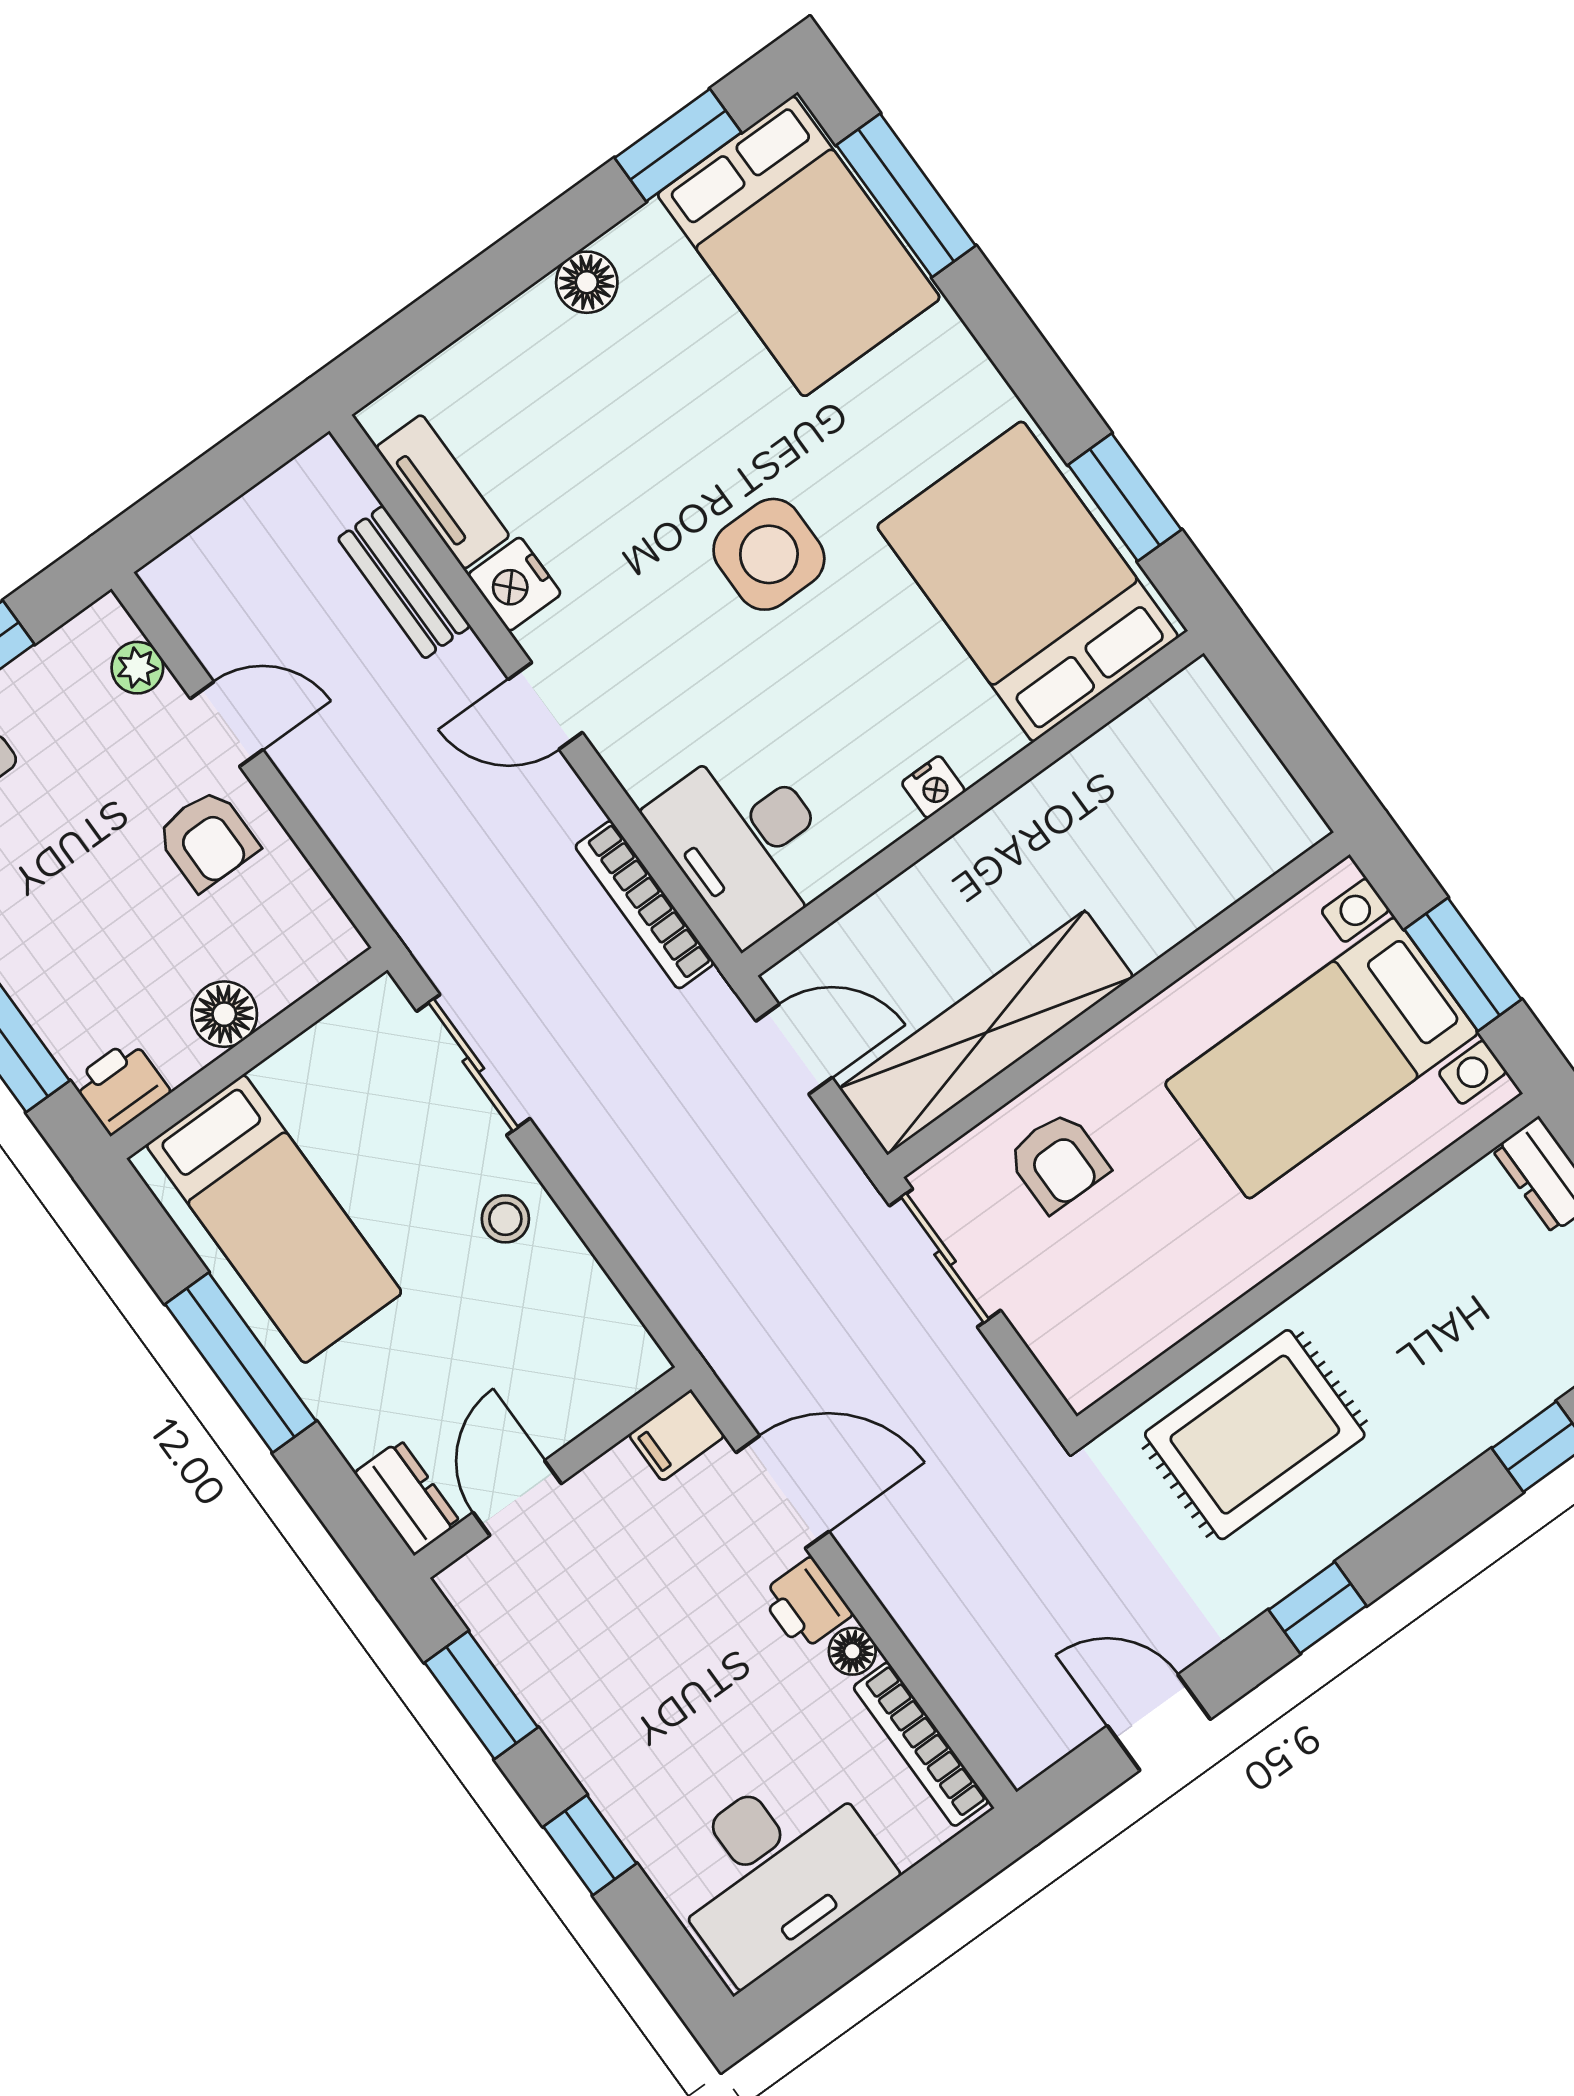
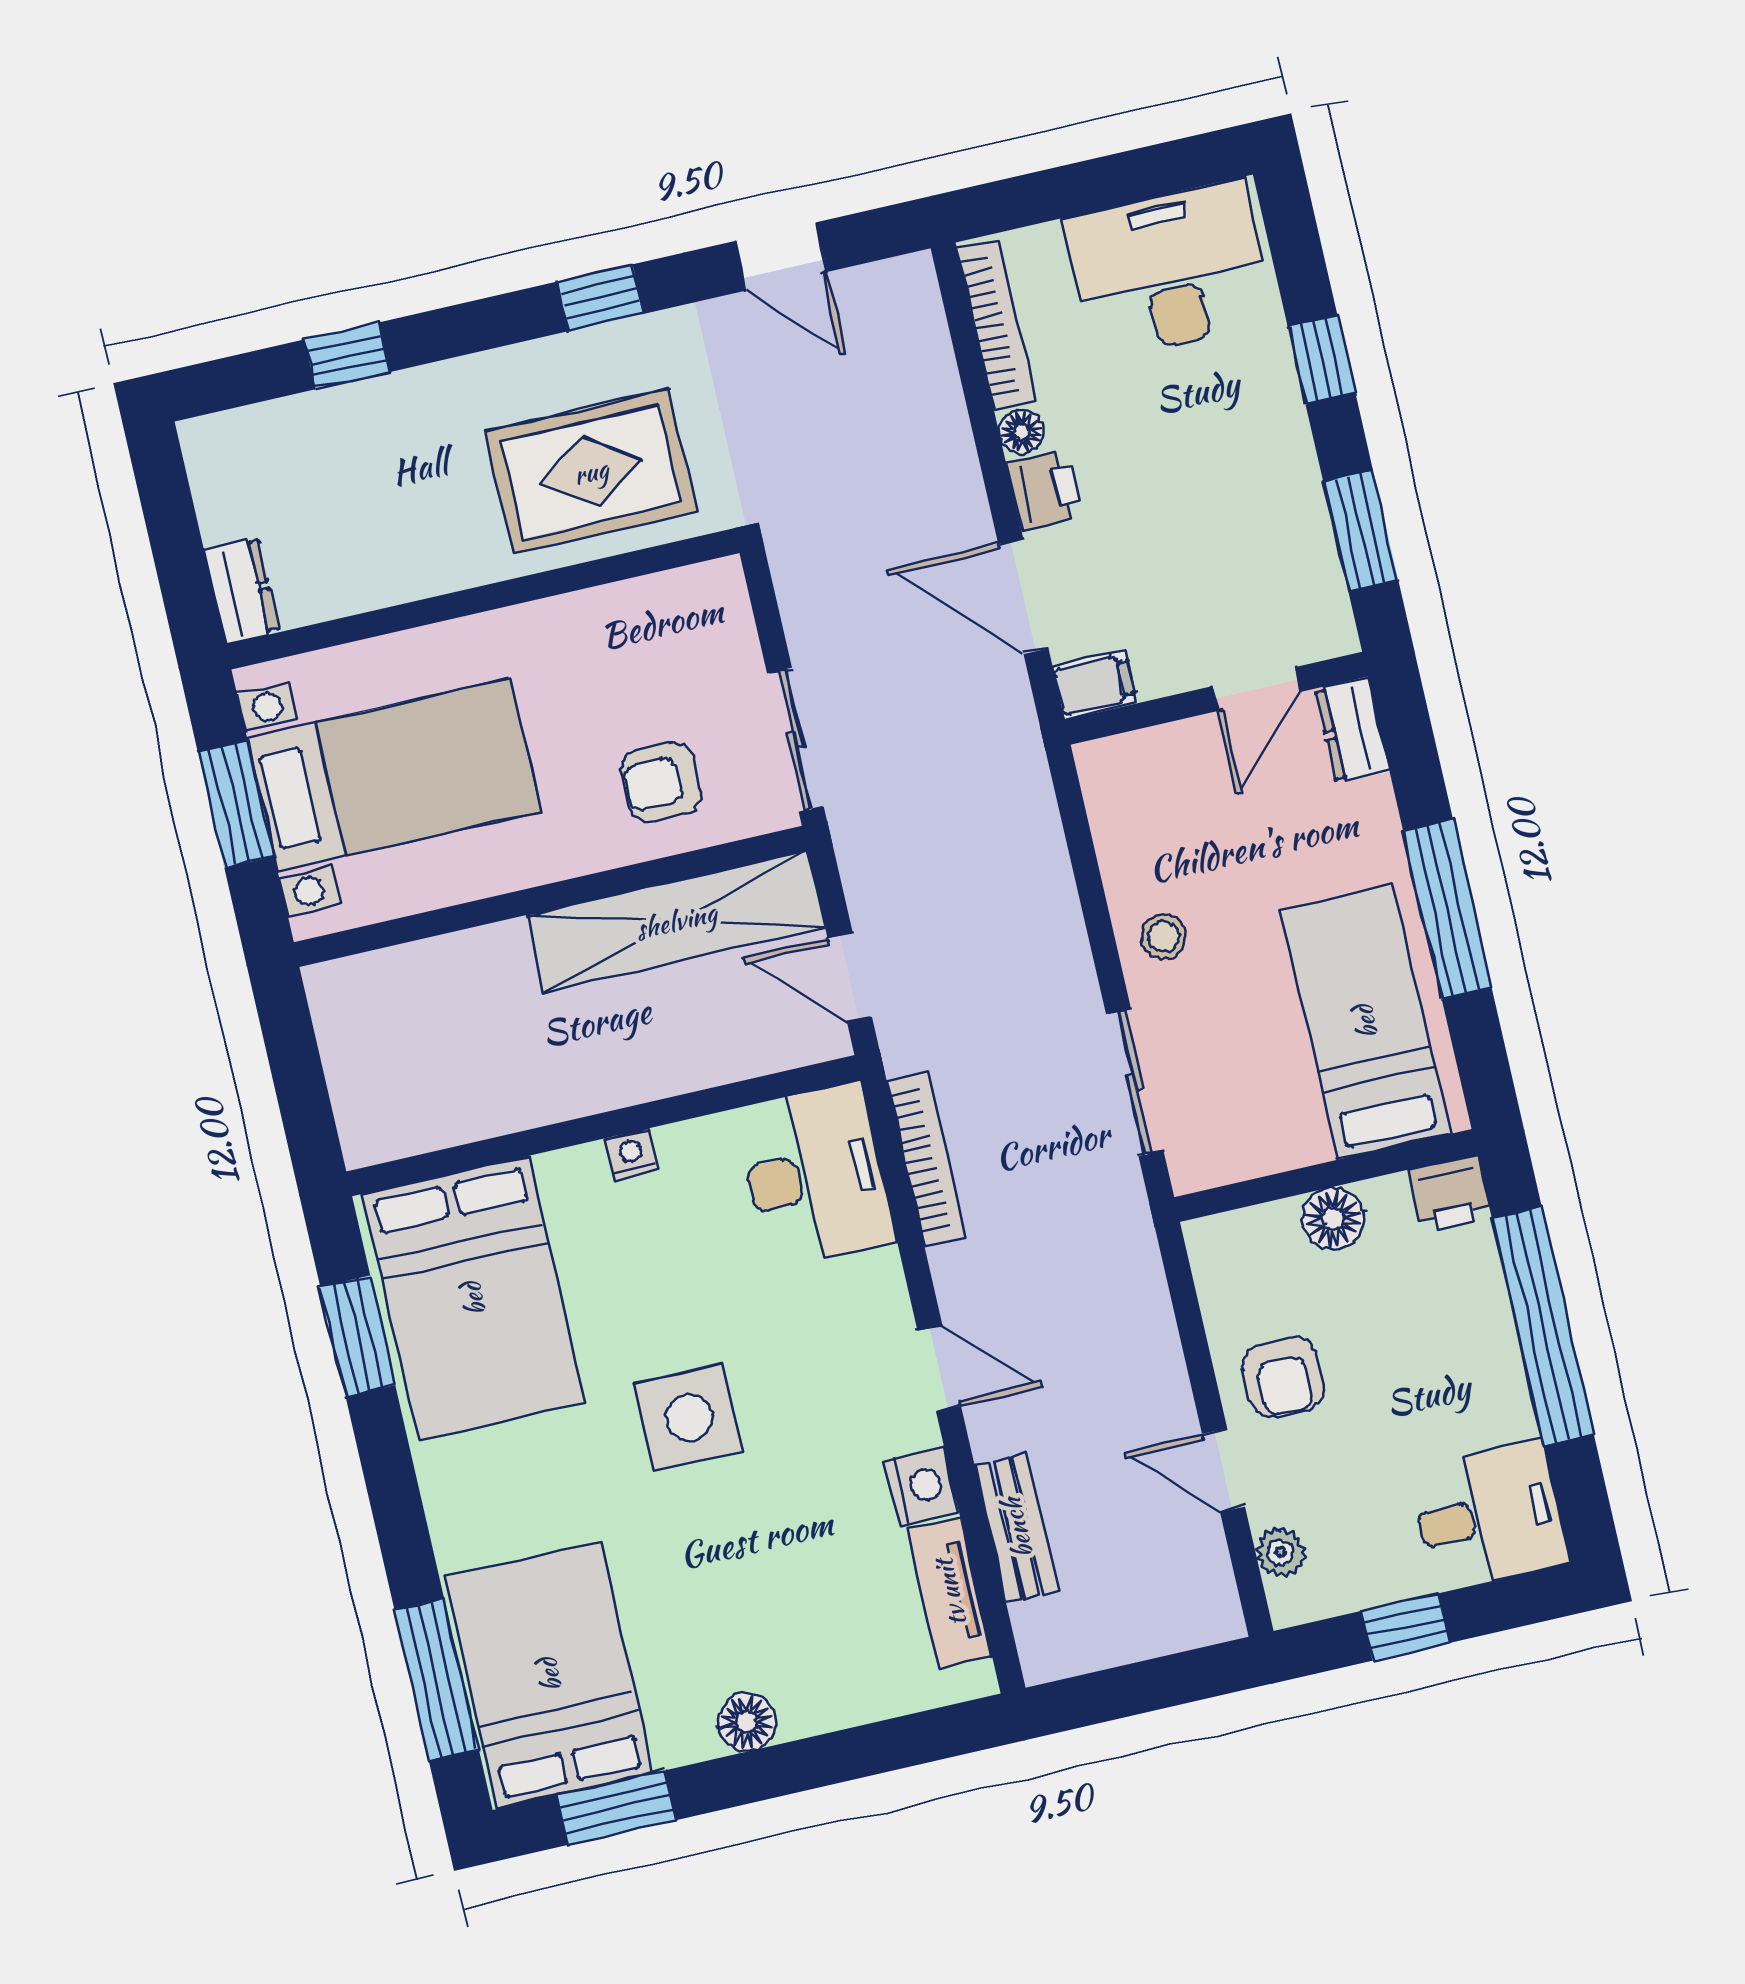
armchair: (207, 840) -> (1283, 1377), turned 180
armchair: (1058, 1162) -> (661, 782), turned -90

